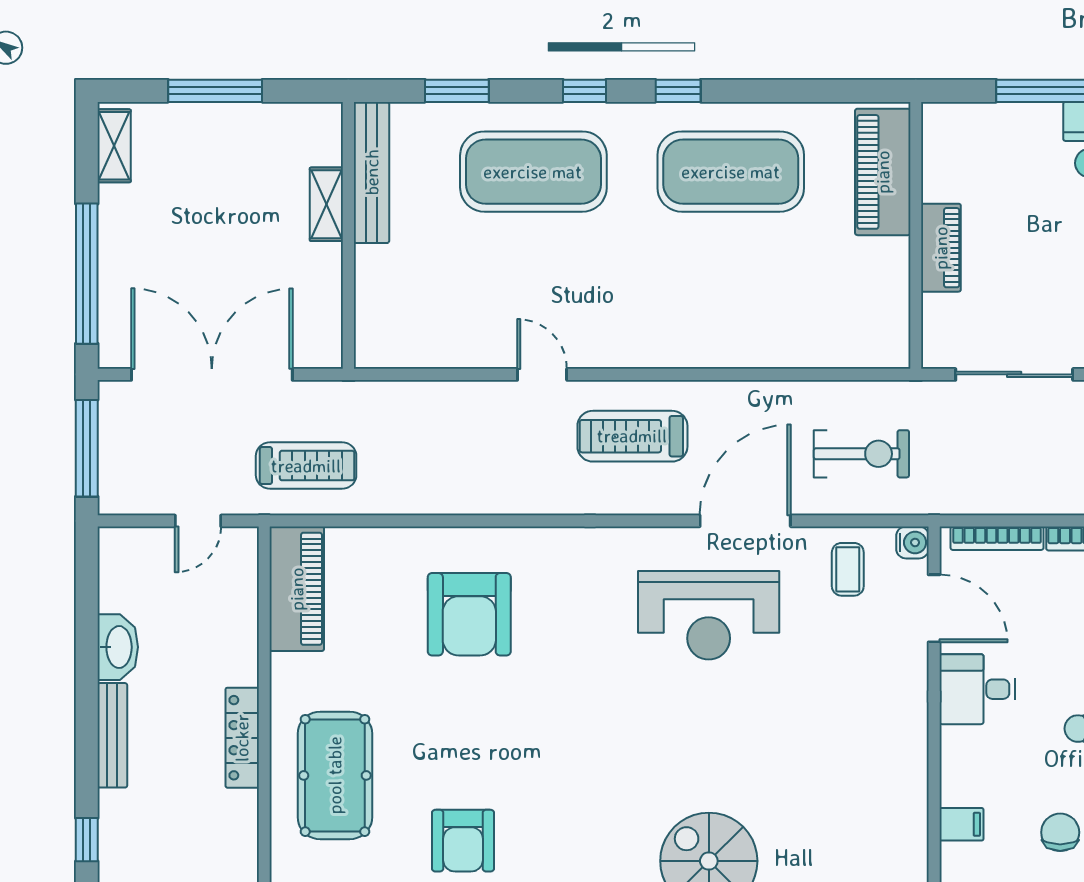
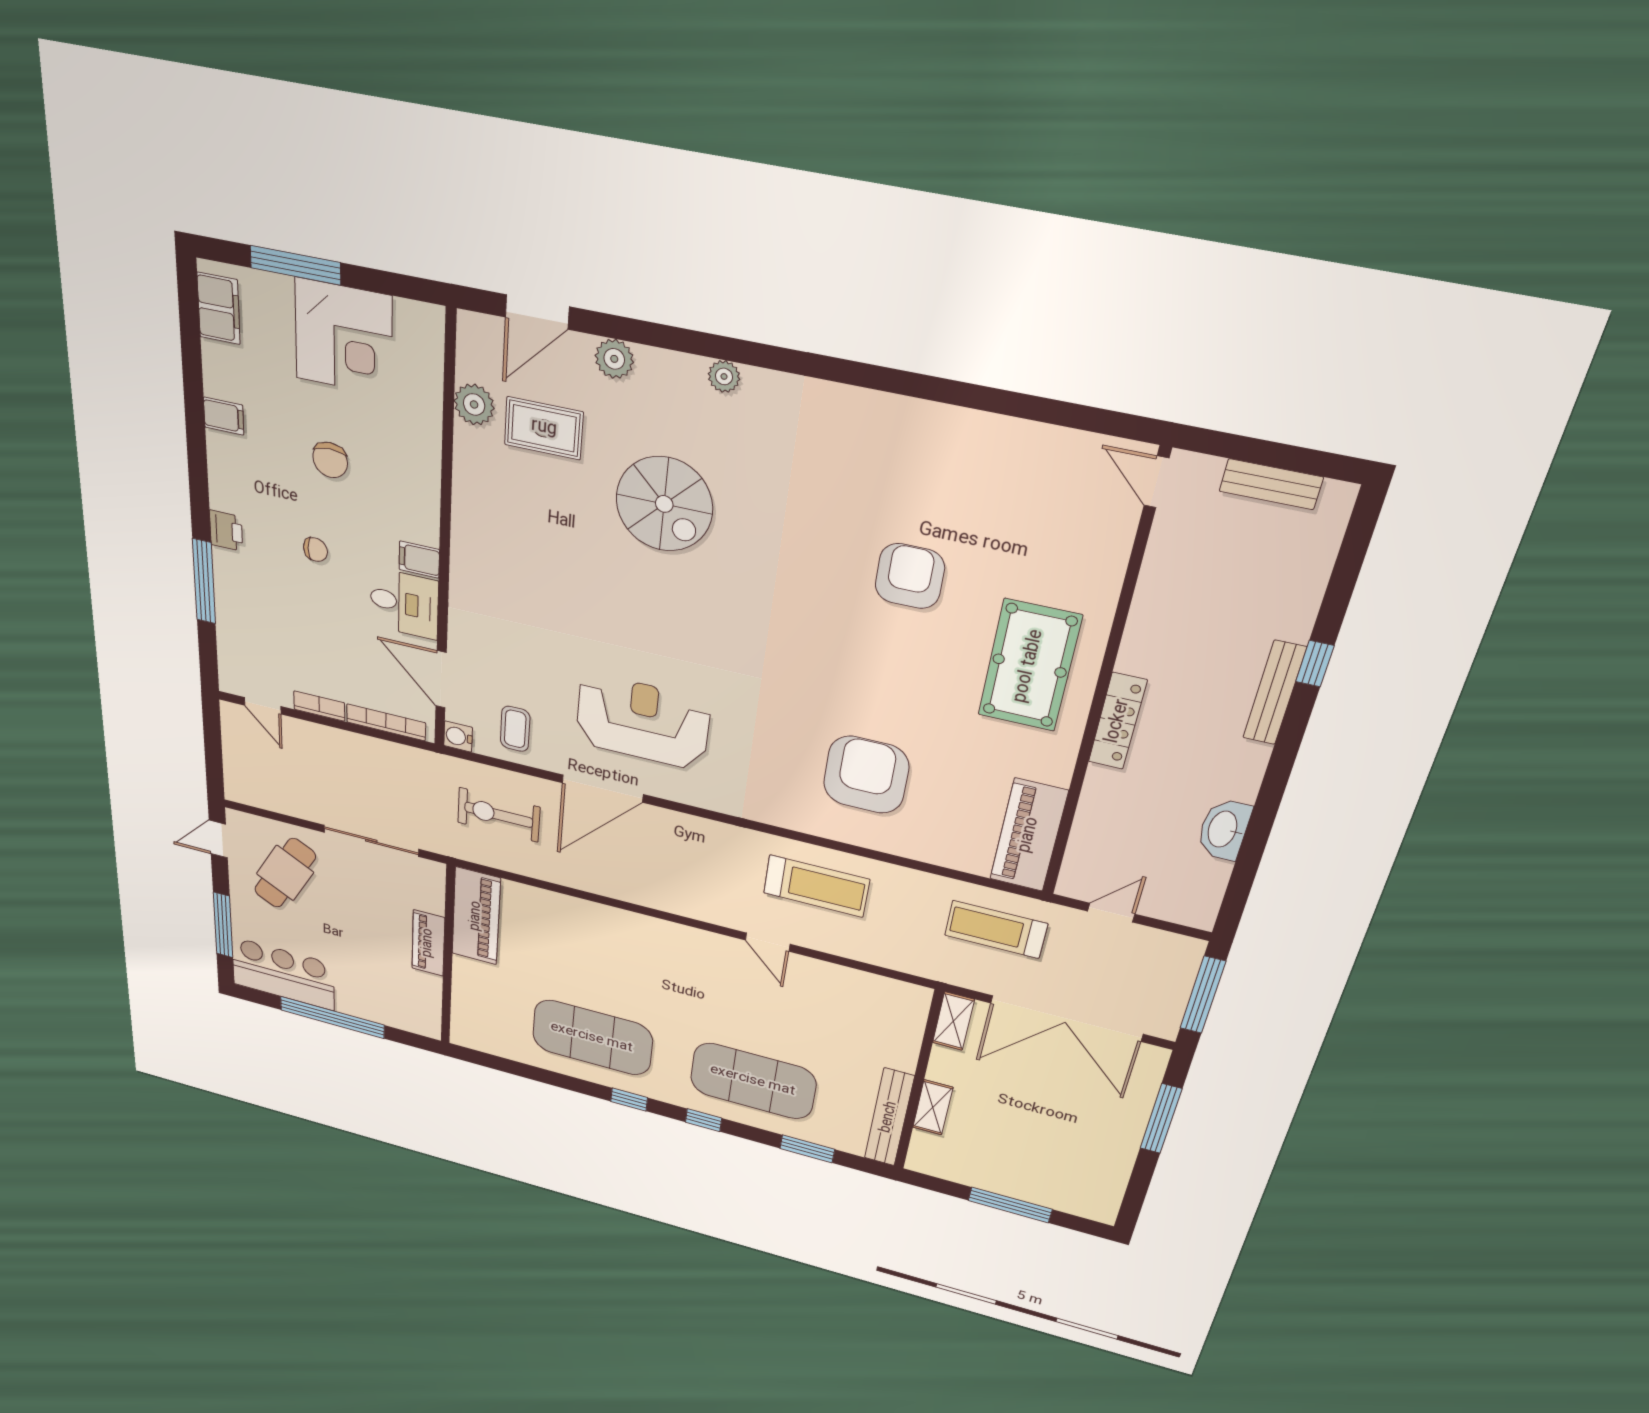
shelving: (114, 146) -> (953, 1021), moved
piano: (883, 172) -> (476, 916), moved
window: (87, 274) -> (1161, 1119), width x0.68
treadmill: (632, 436) -> (816, 886), moved
bench: (112, 735) -> (1275, 693), moved
filing cabinet: (962, 824) -> (419, 560), moved

